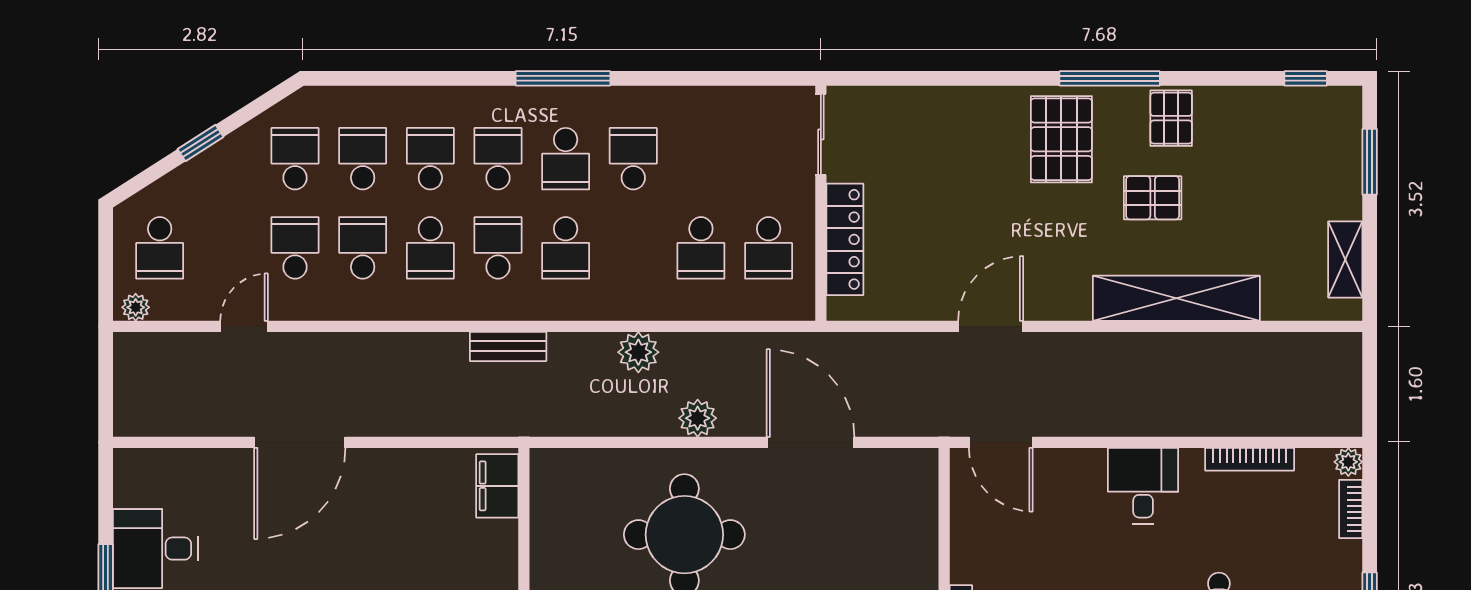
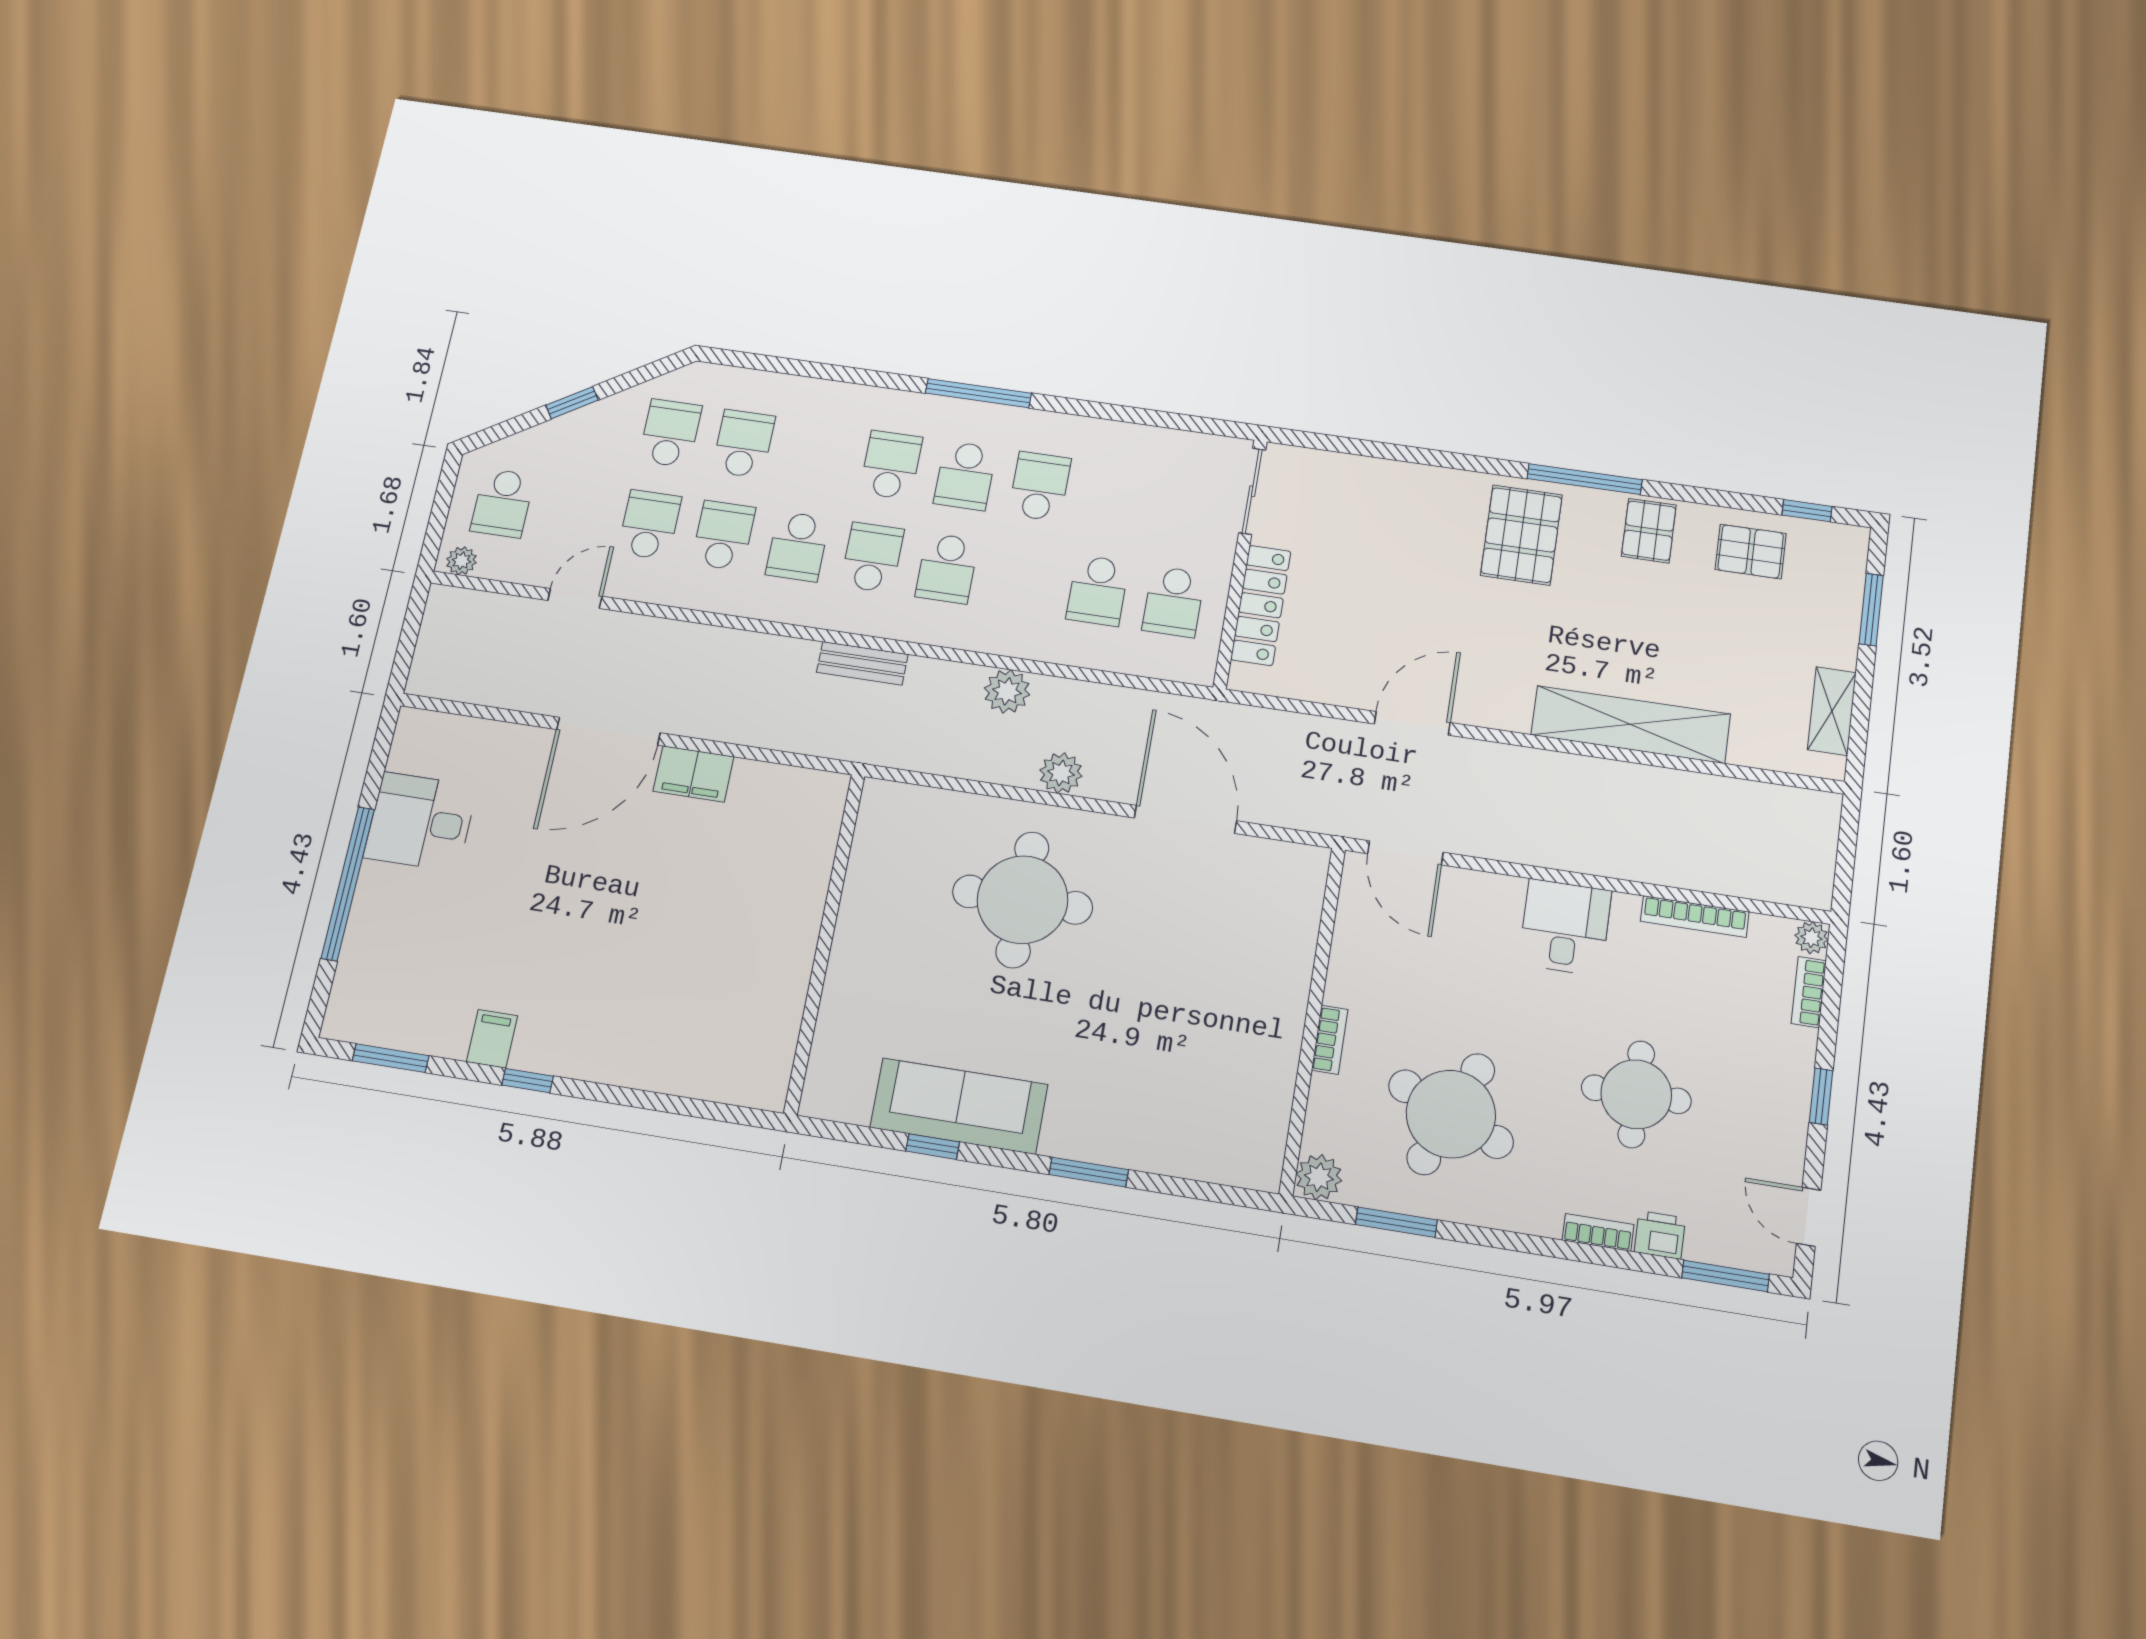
school desk: (430, 159) -> (817, 454), removed
pallet: (1153, 198) -> (1751, 552), moved
filing cabinet: (497, 486) -> (693, 774), moved, turned -90

